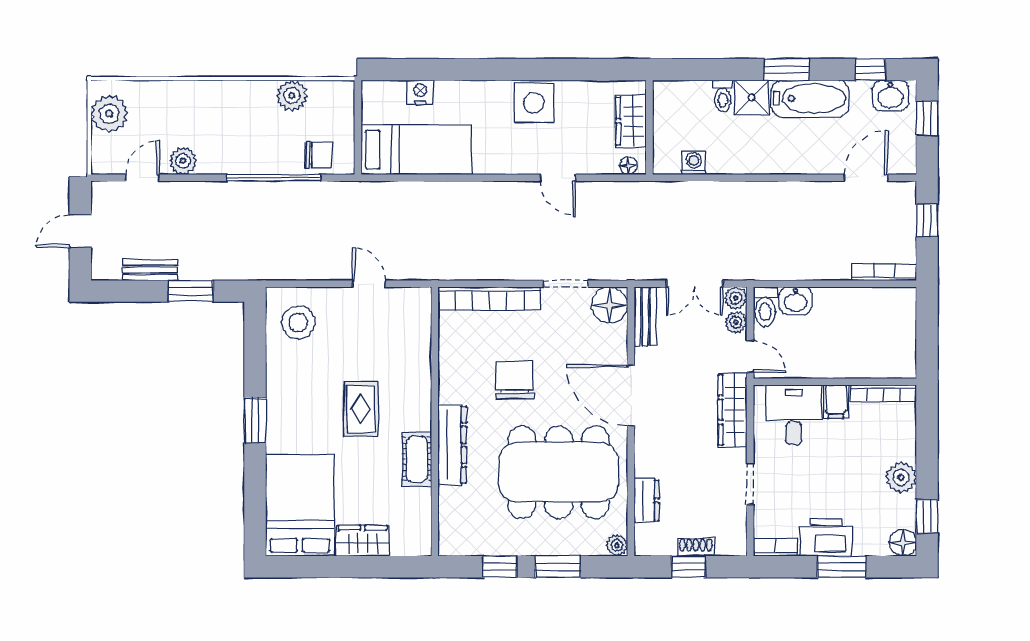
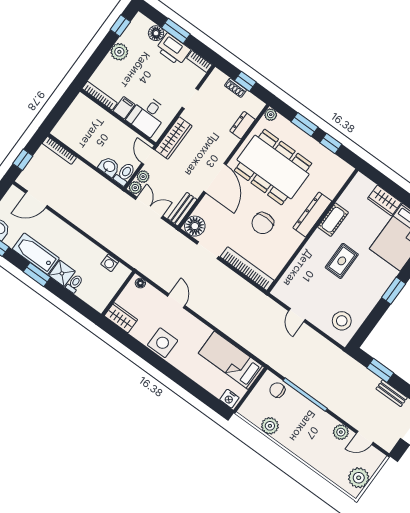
nightstand: (420, 92) -> (229, 399), moved
wardrobe: (631, 121) -> (121, 318), moved, turned -90
floor lamp: (903, 543) -> (156, 33), moved

